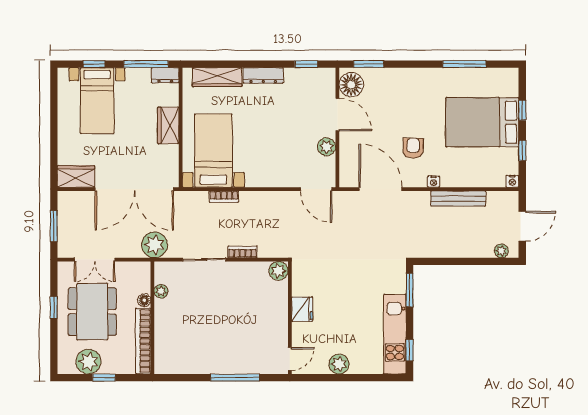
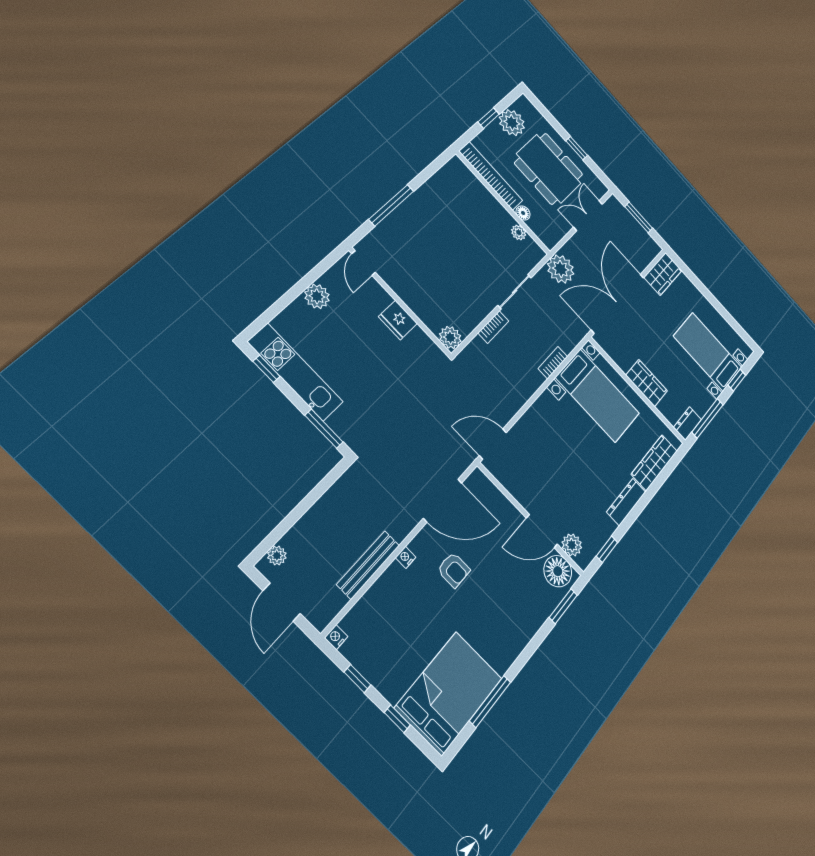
bed: (482, 122) -> (449, 693), moved
plant: (327, 147) -> (572, 545), moved

